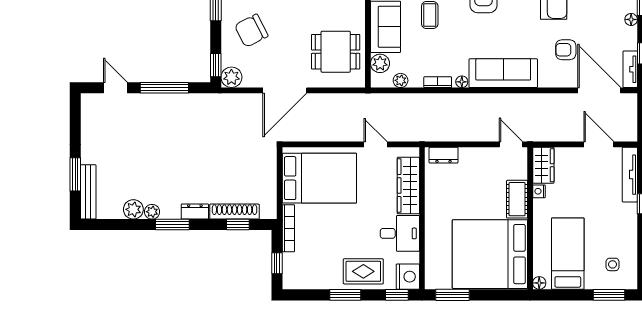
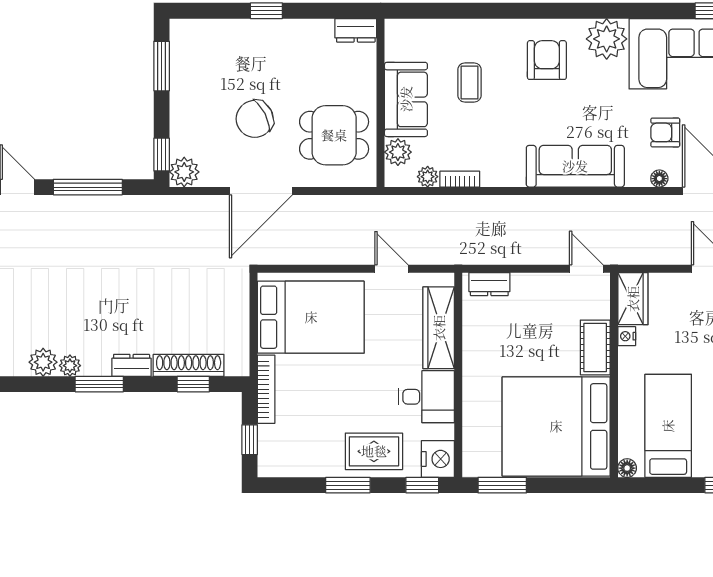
chair: (251, 31) -> (255, 119), moved
bookcase: (438, 82) -> (460, 179), moved
floor lamp: (462, 82) -> (659, 179), moved

